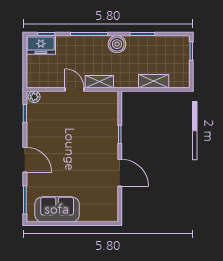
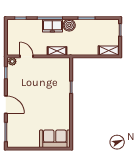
freezer: (41, 45) -> (52, 26), moved
shelving: (154, 81) -> (109, 51), moved
door: (75, 89) -> (26, 56), moved
door: (120, 173) -> (71, 114), removed
sofa: (57, 209) -> (55, 139), moved

